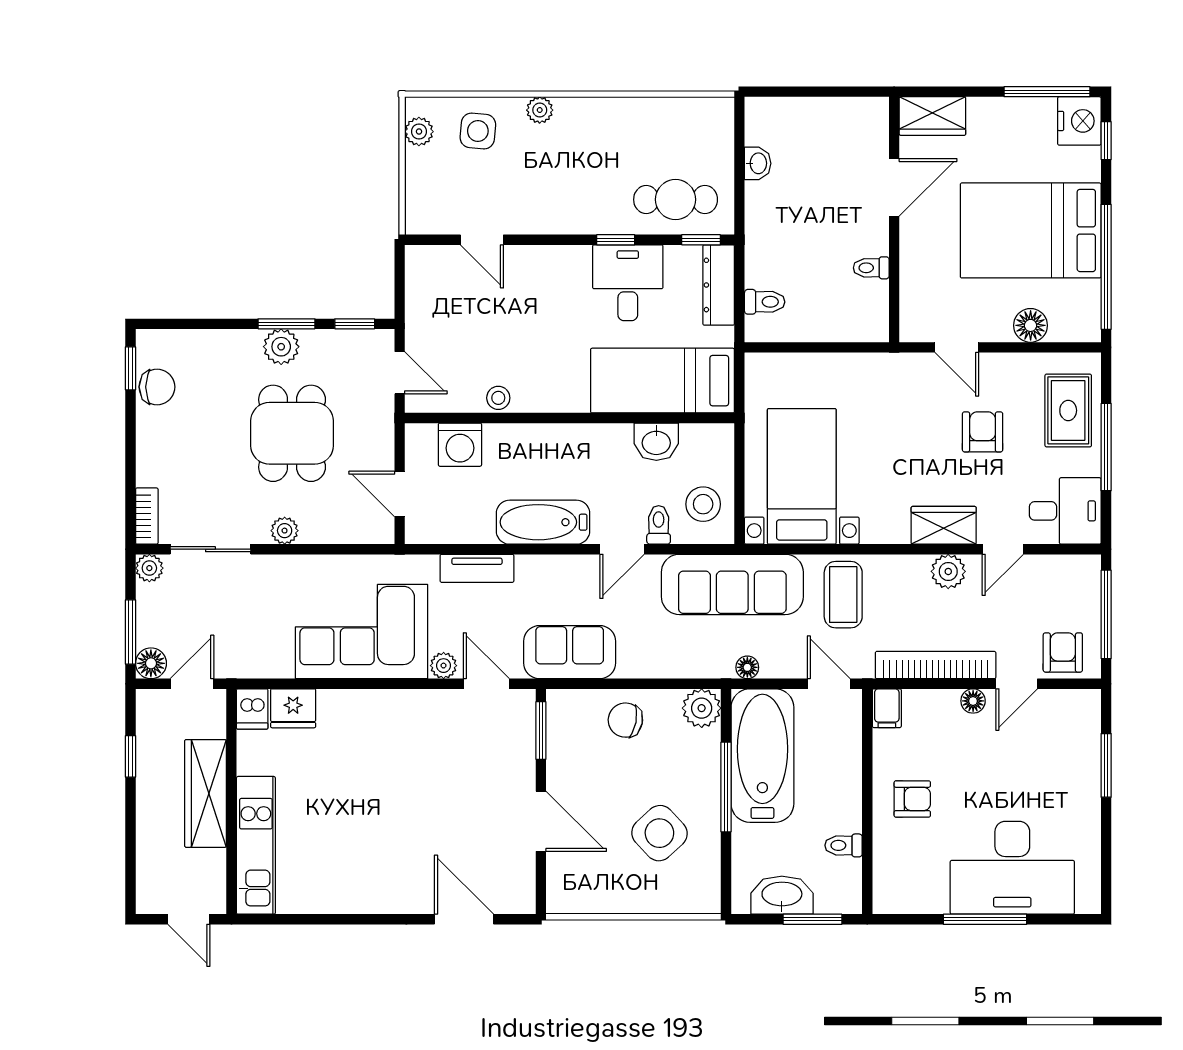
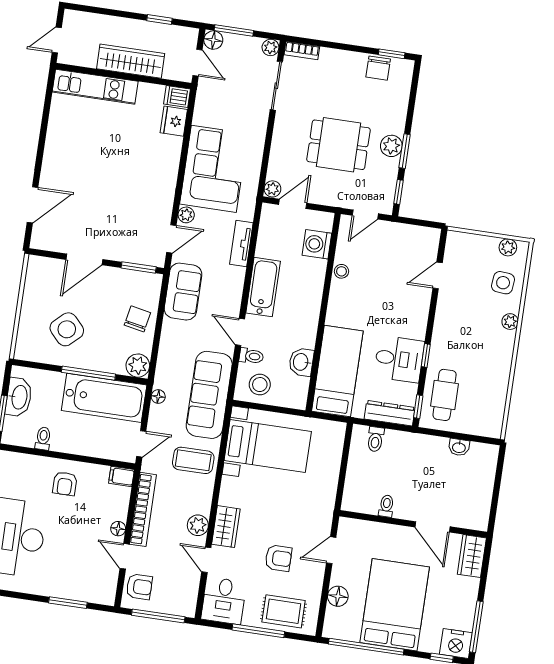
plant: (285, 531) -> (273, 189), moved

